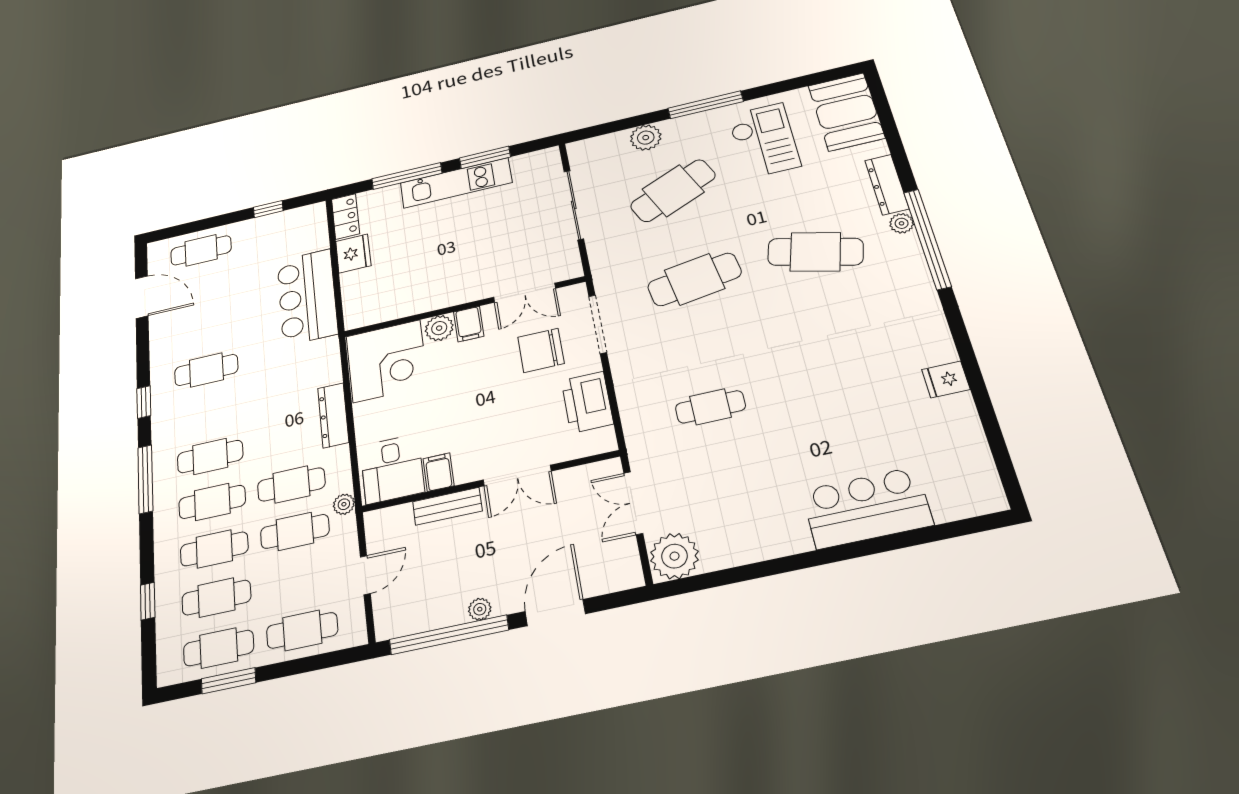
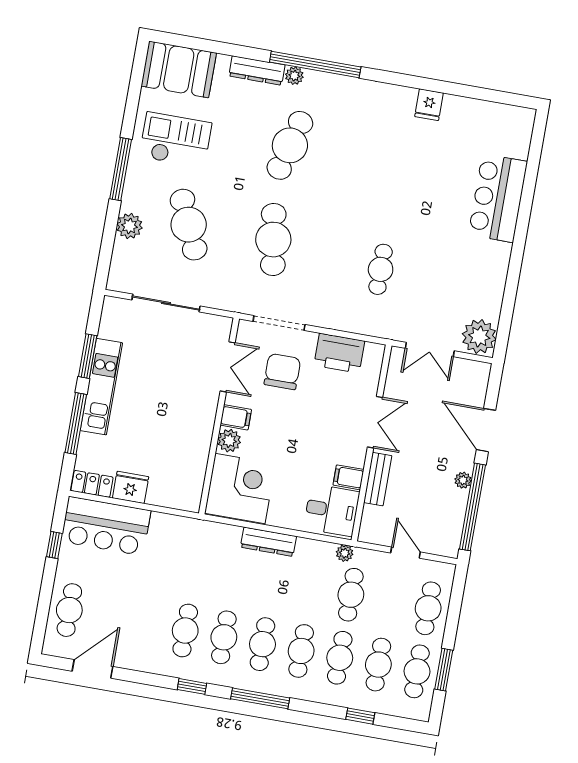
bar counter: (307, 297) -> (106, 526), moved
chair: (541, 350) -> (282, 372), turned 180
cafe table: (291, 484) -> (224, 637), moved

